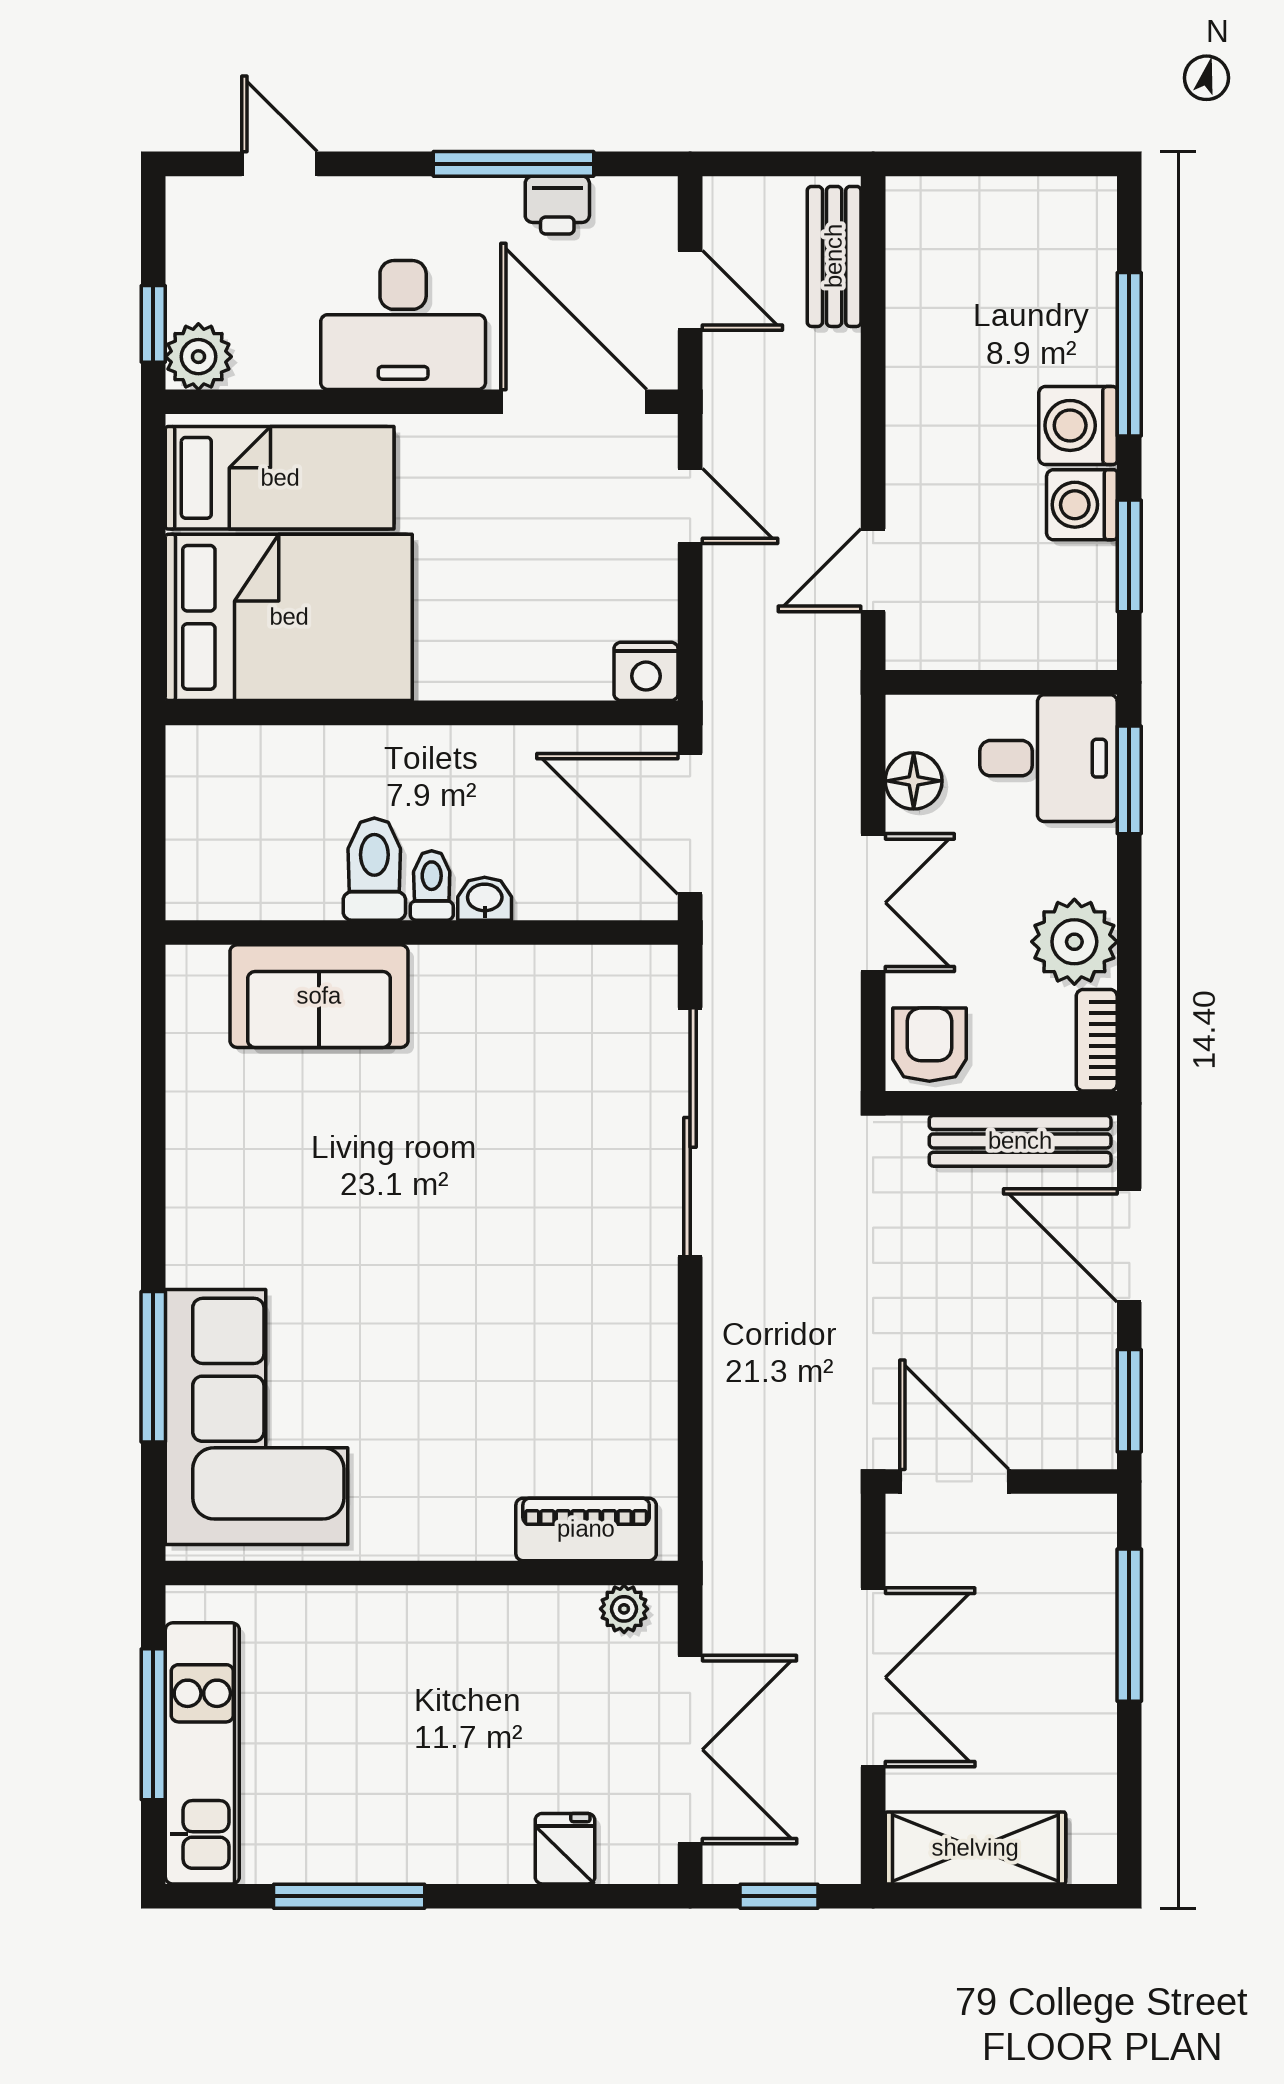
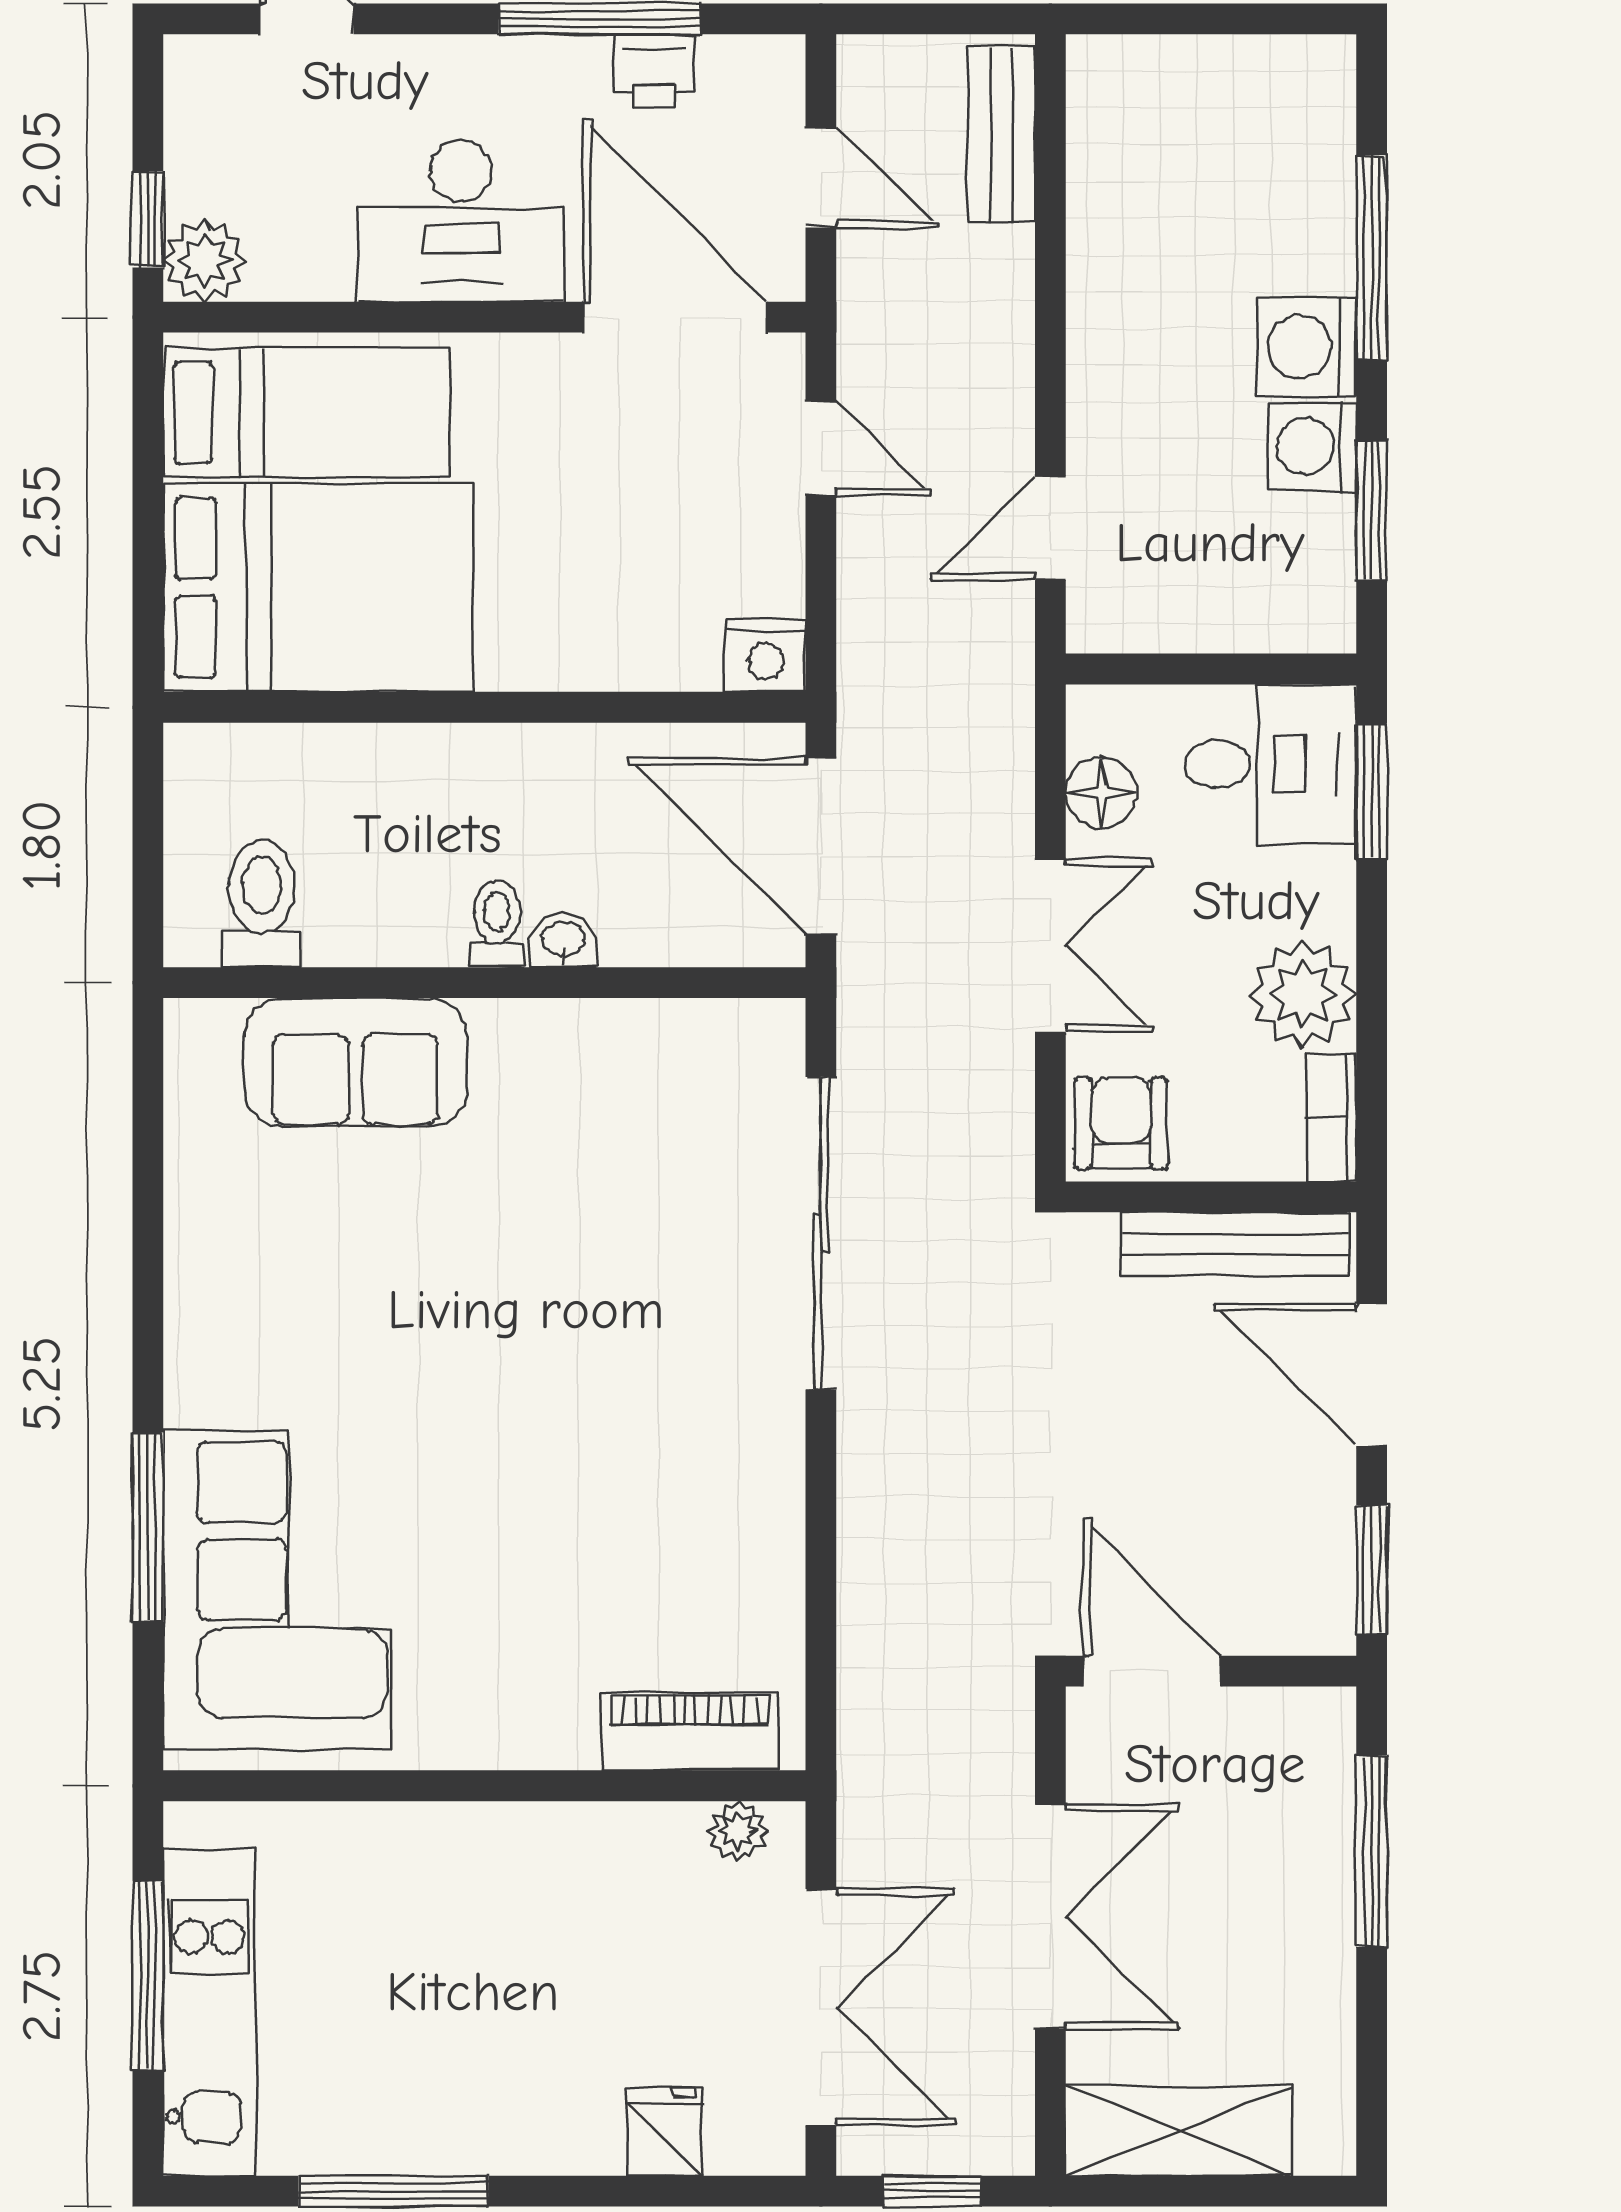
toilet: (374, 869) -> (262, 903), moved

